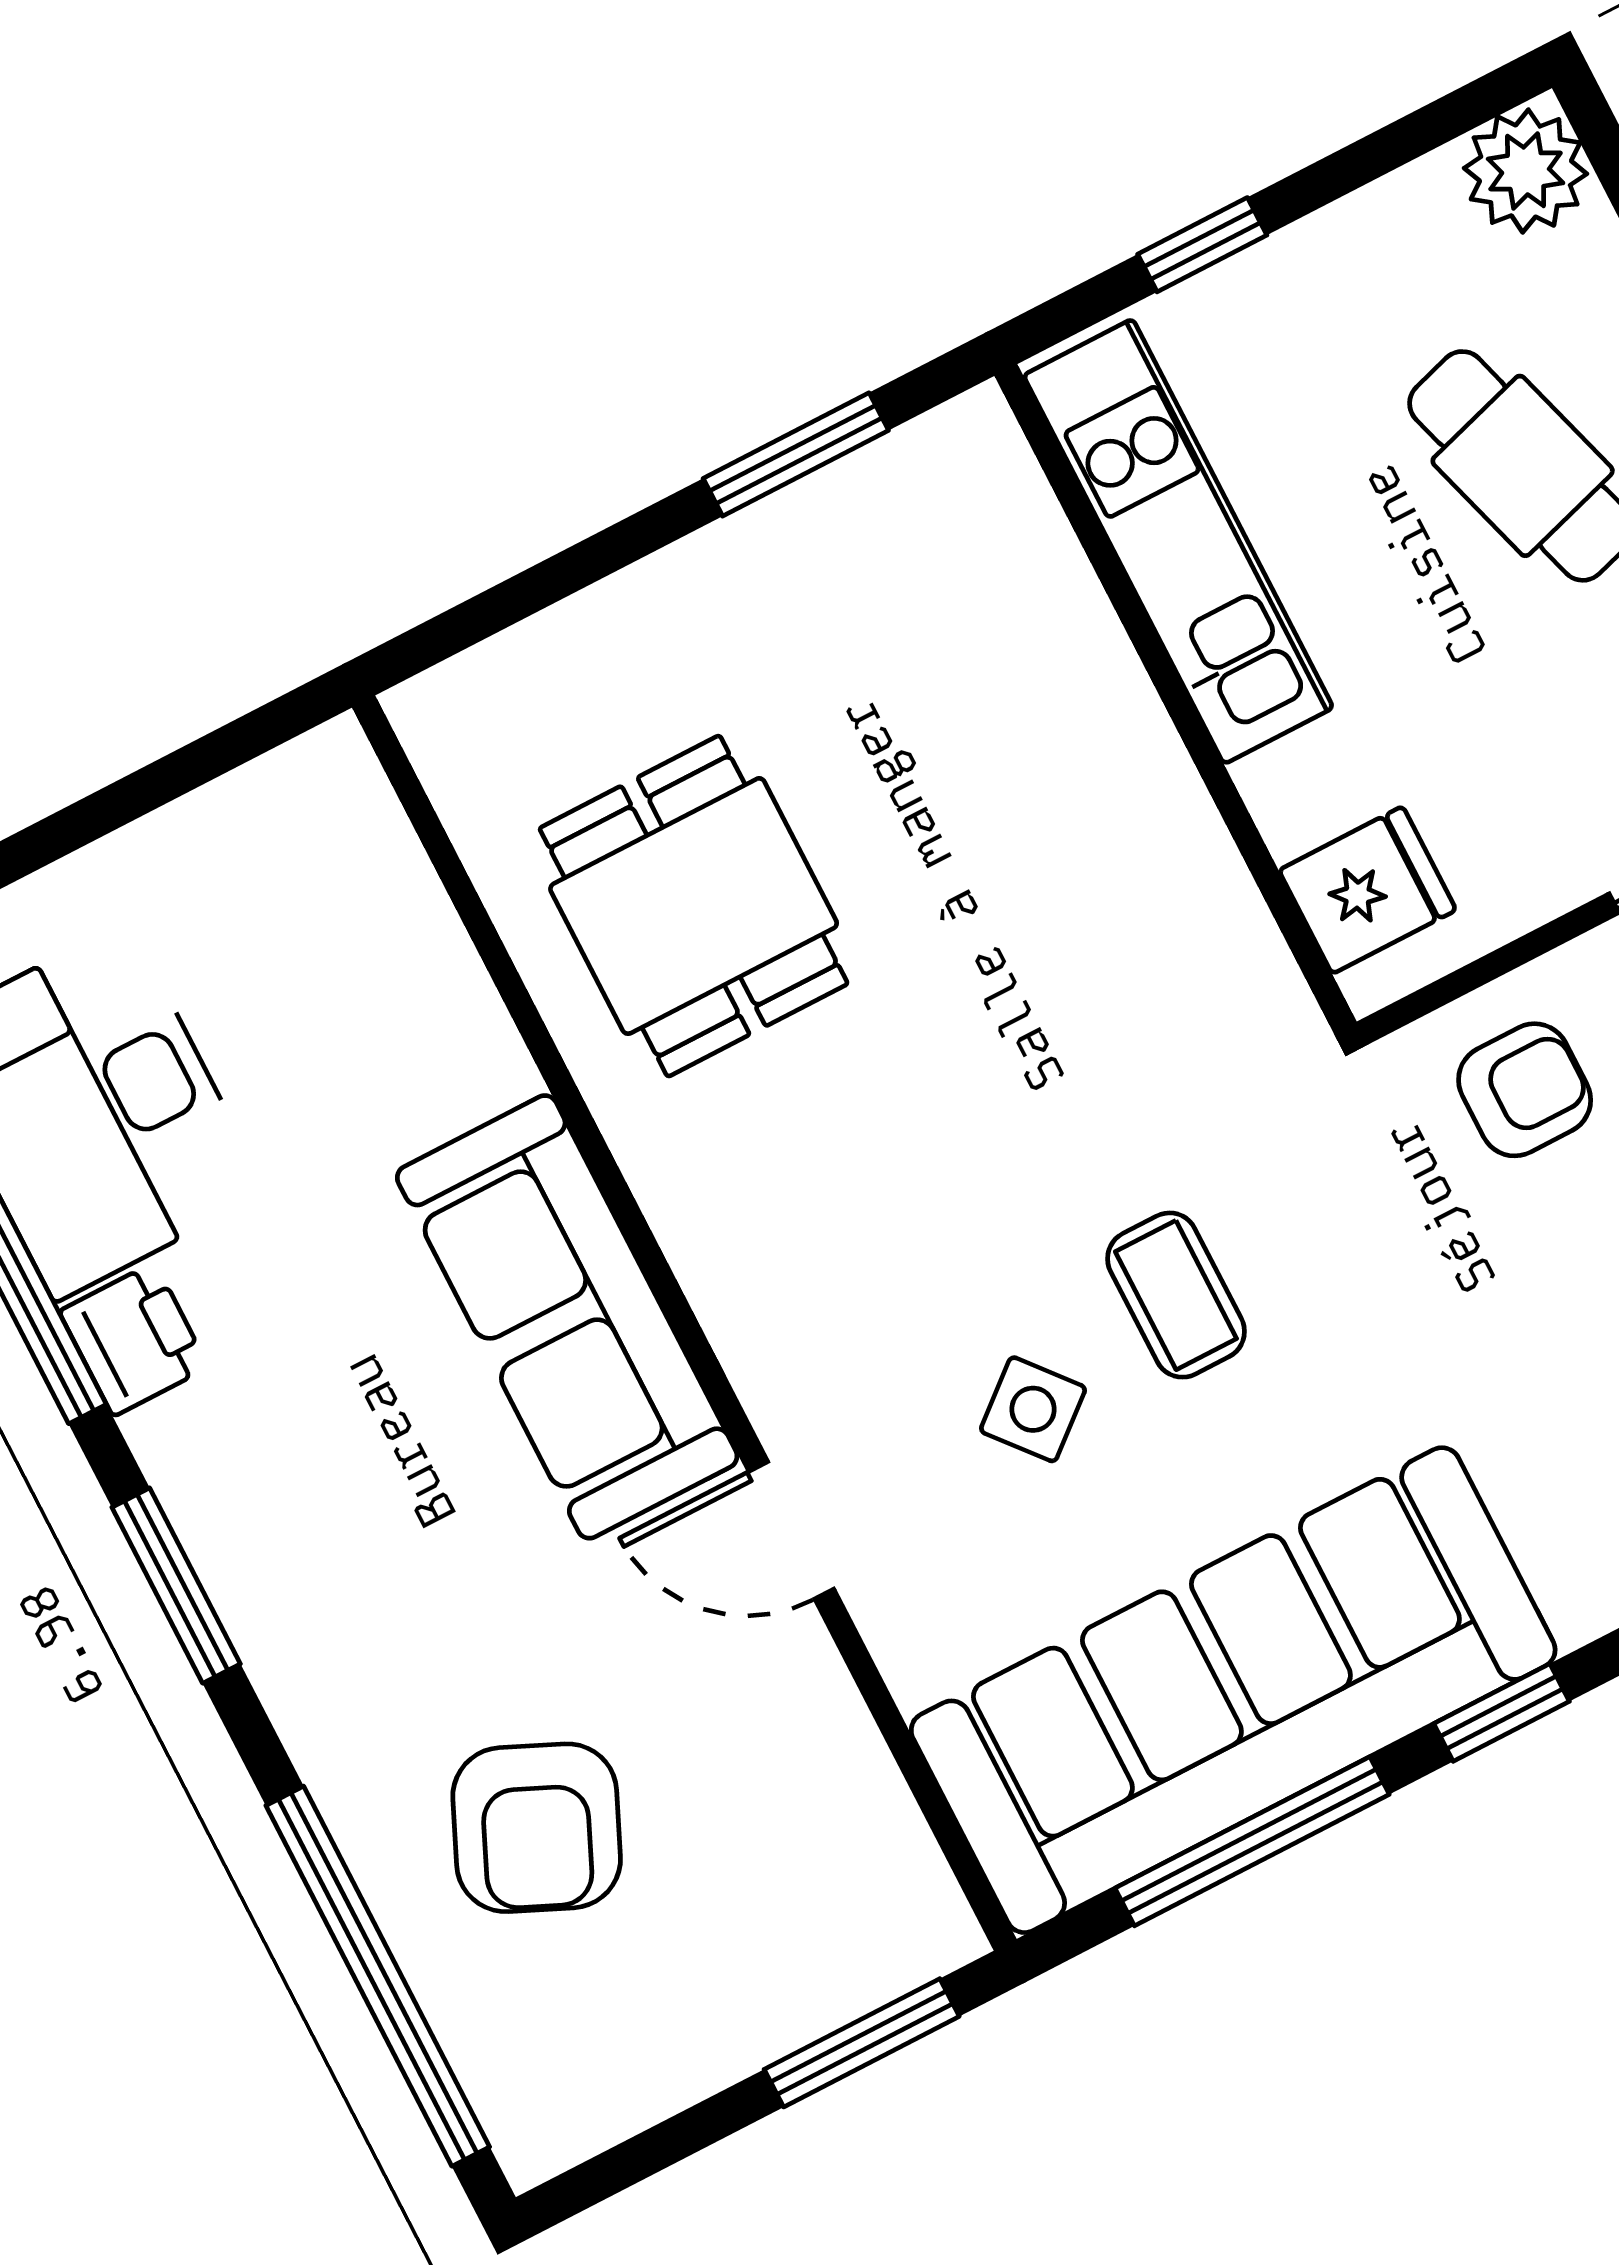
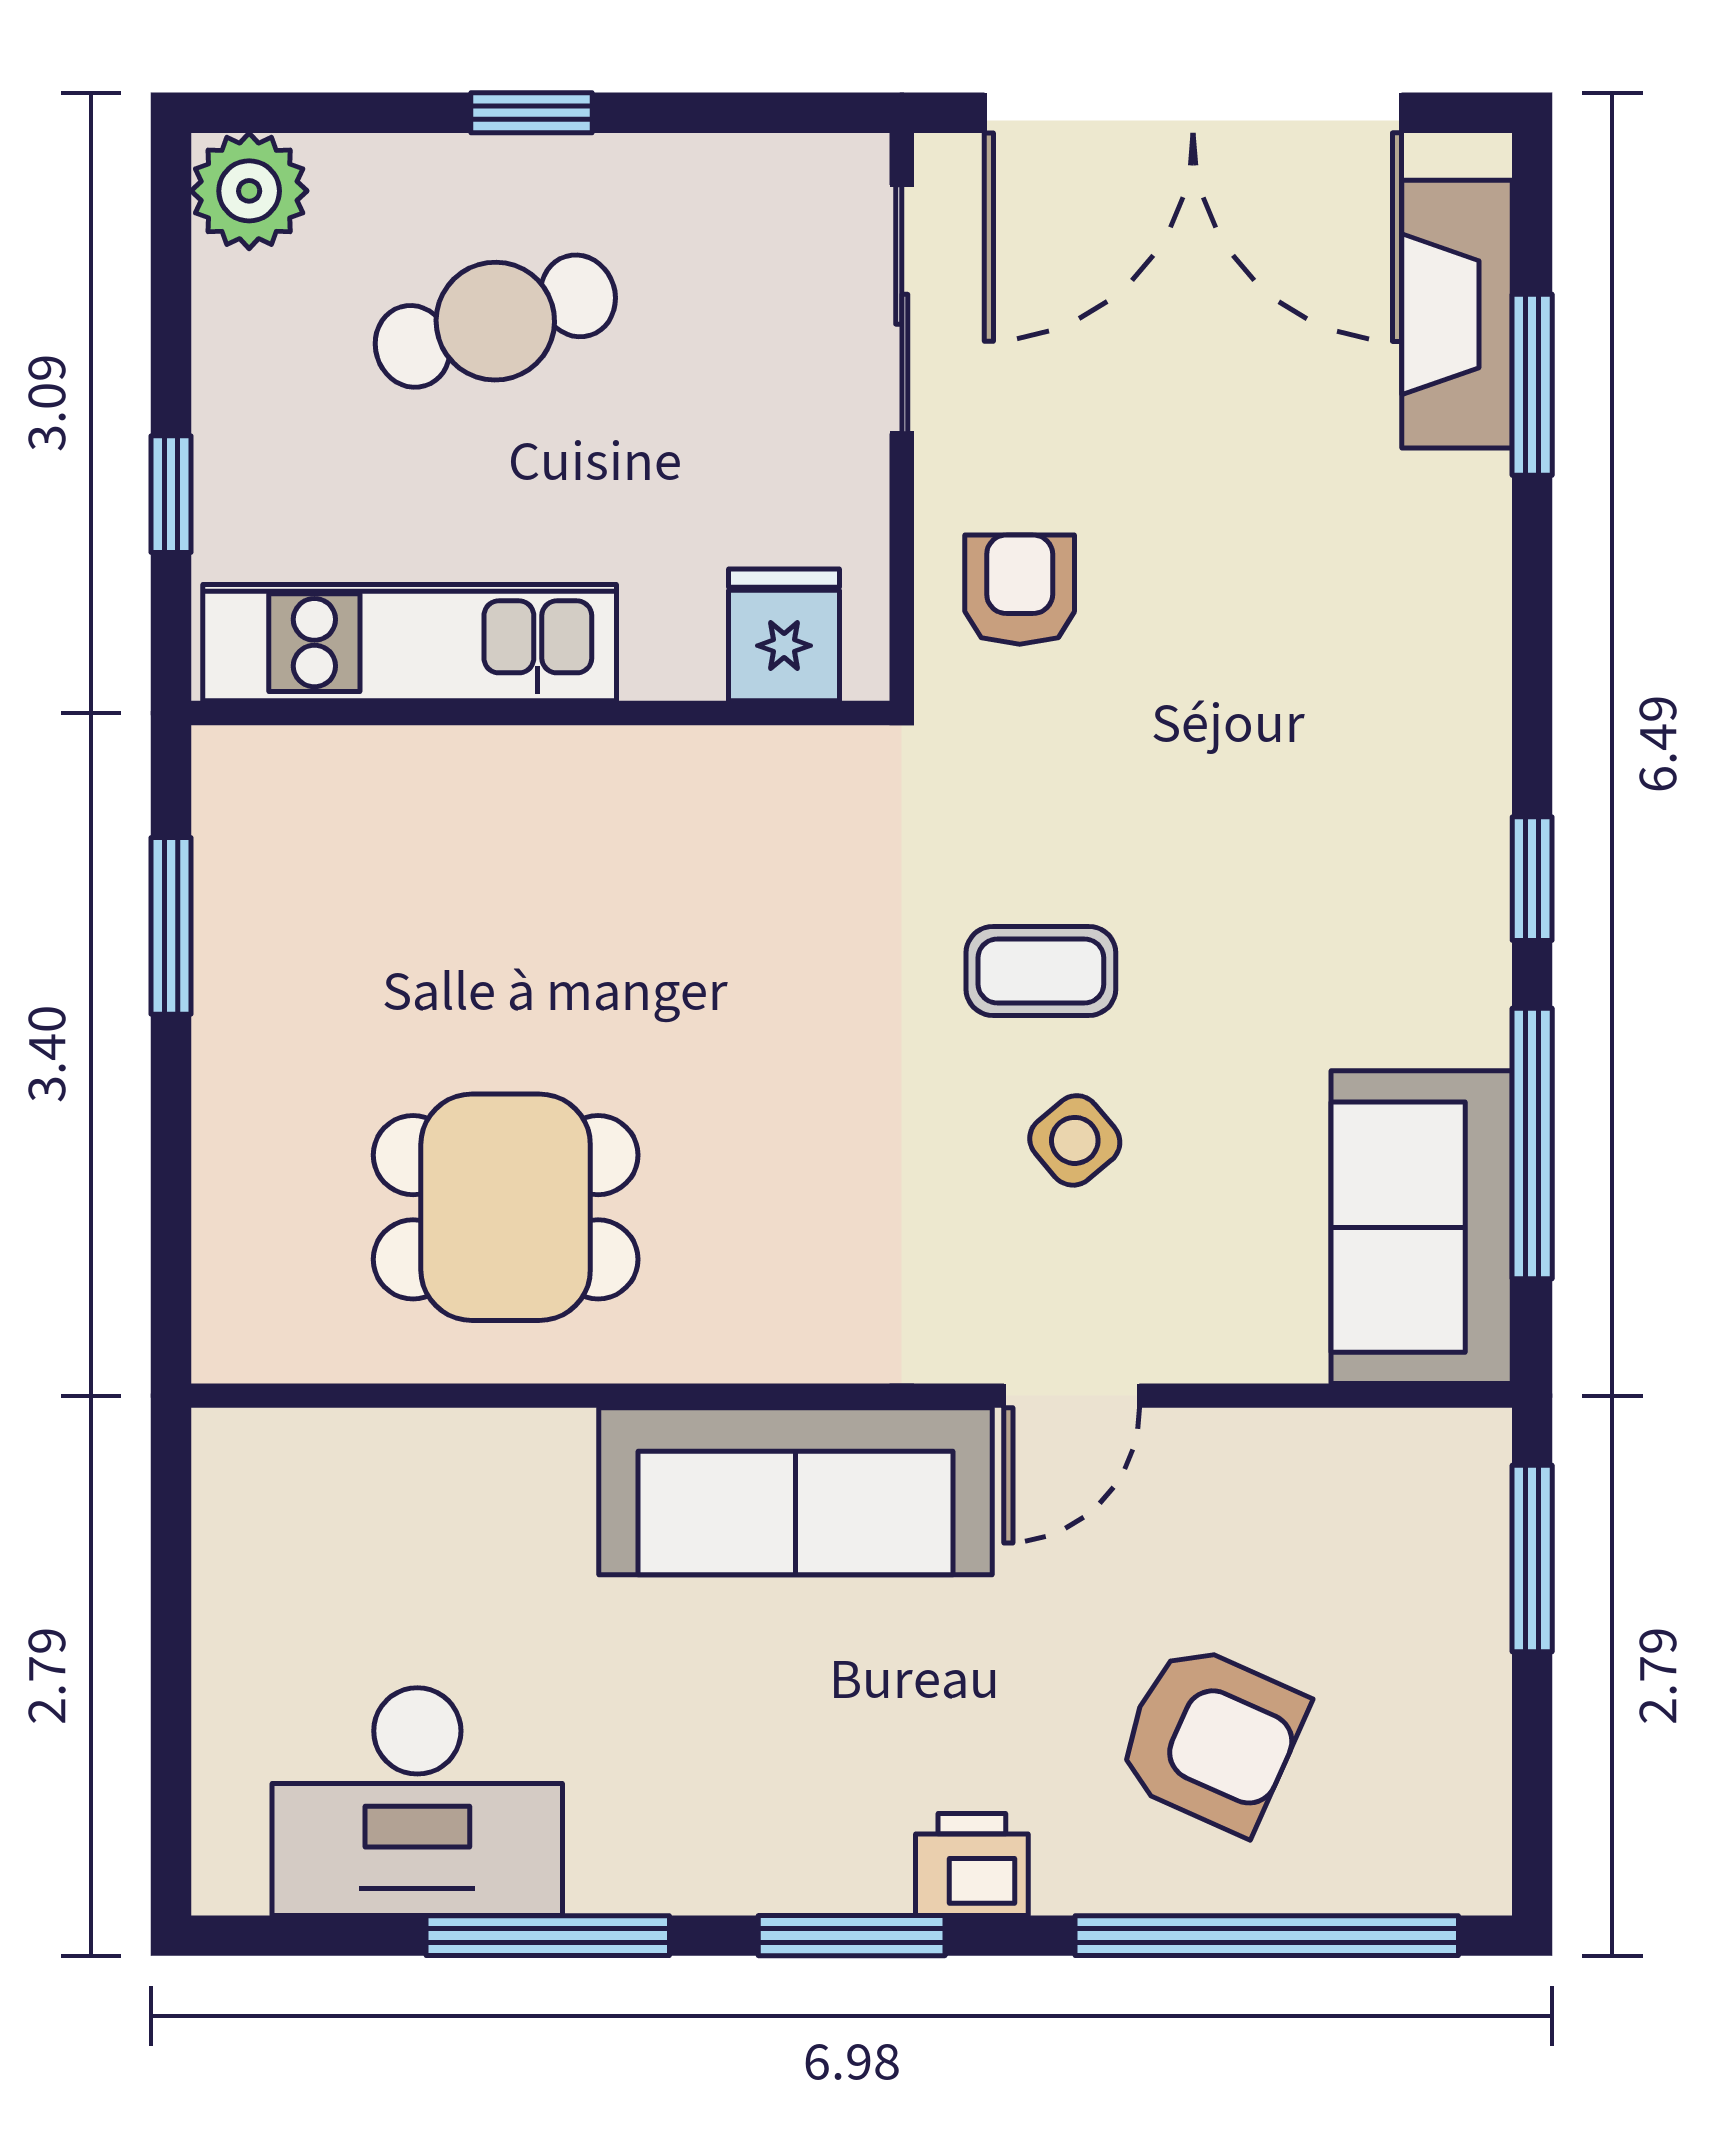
printer: (134, 1339) -> (972, 1864), moved
sofa: (1233, 1690) -> (1422, 1227), width x0.54, depth x0.79

